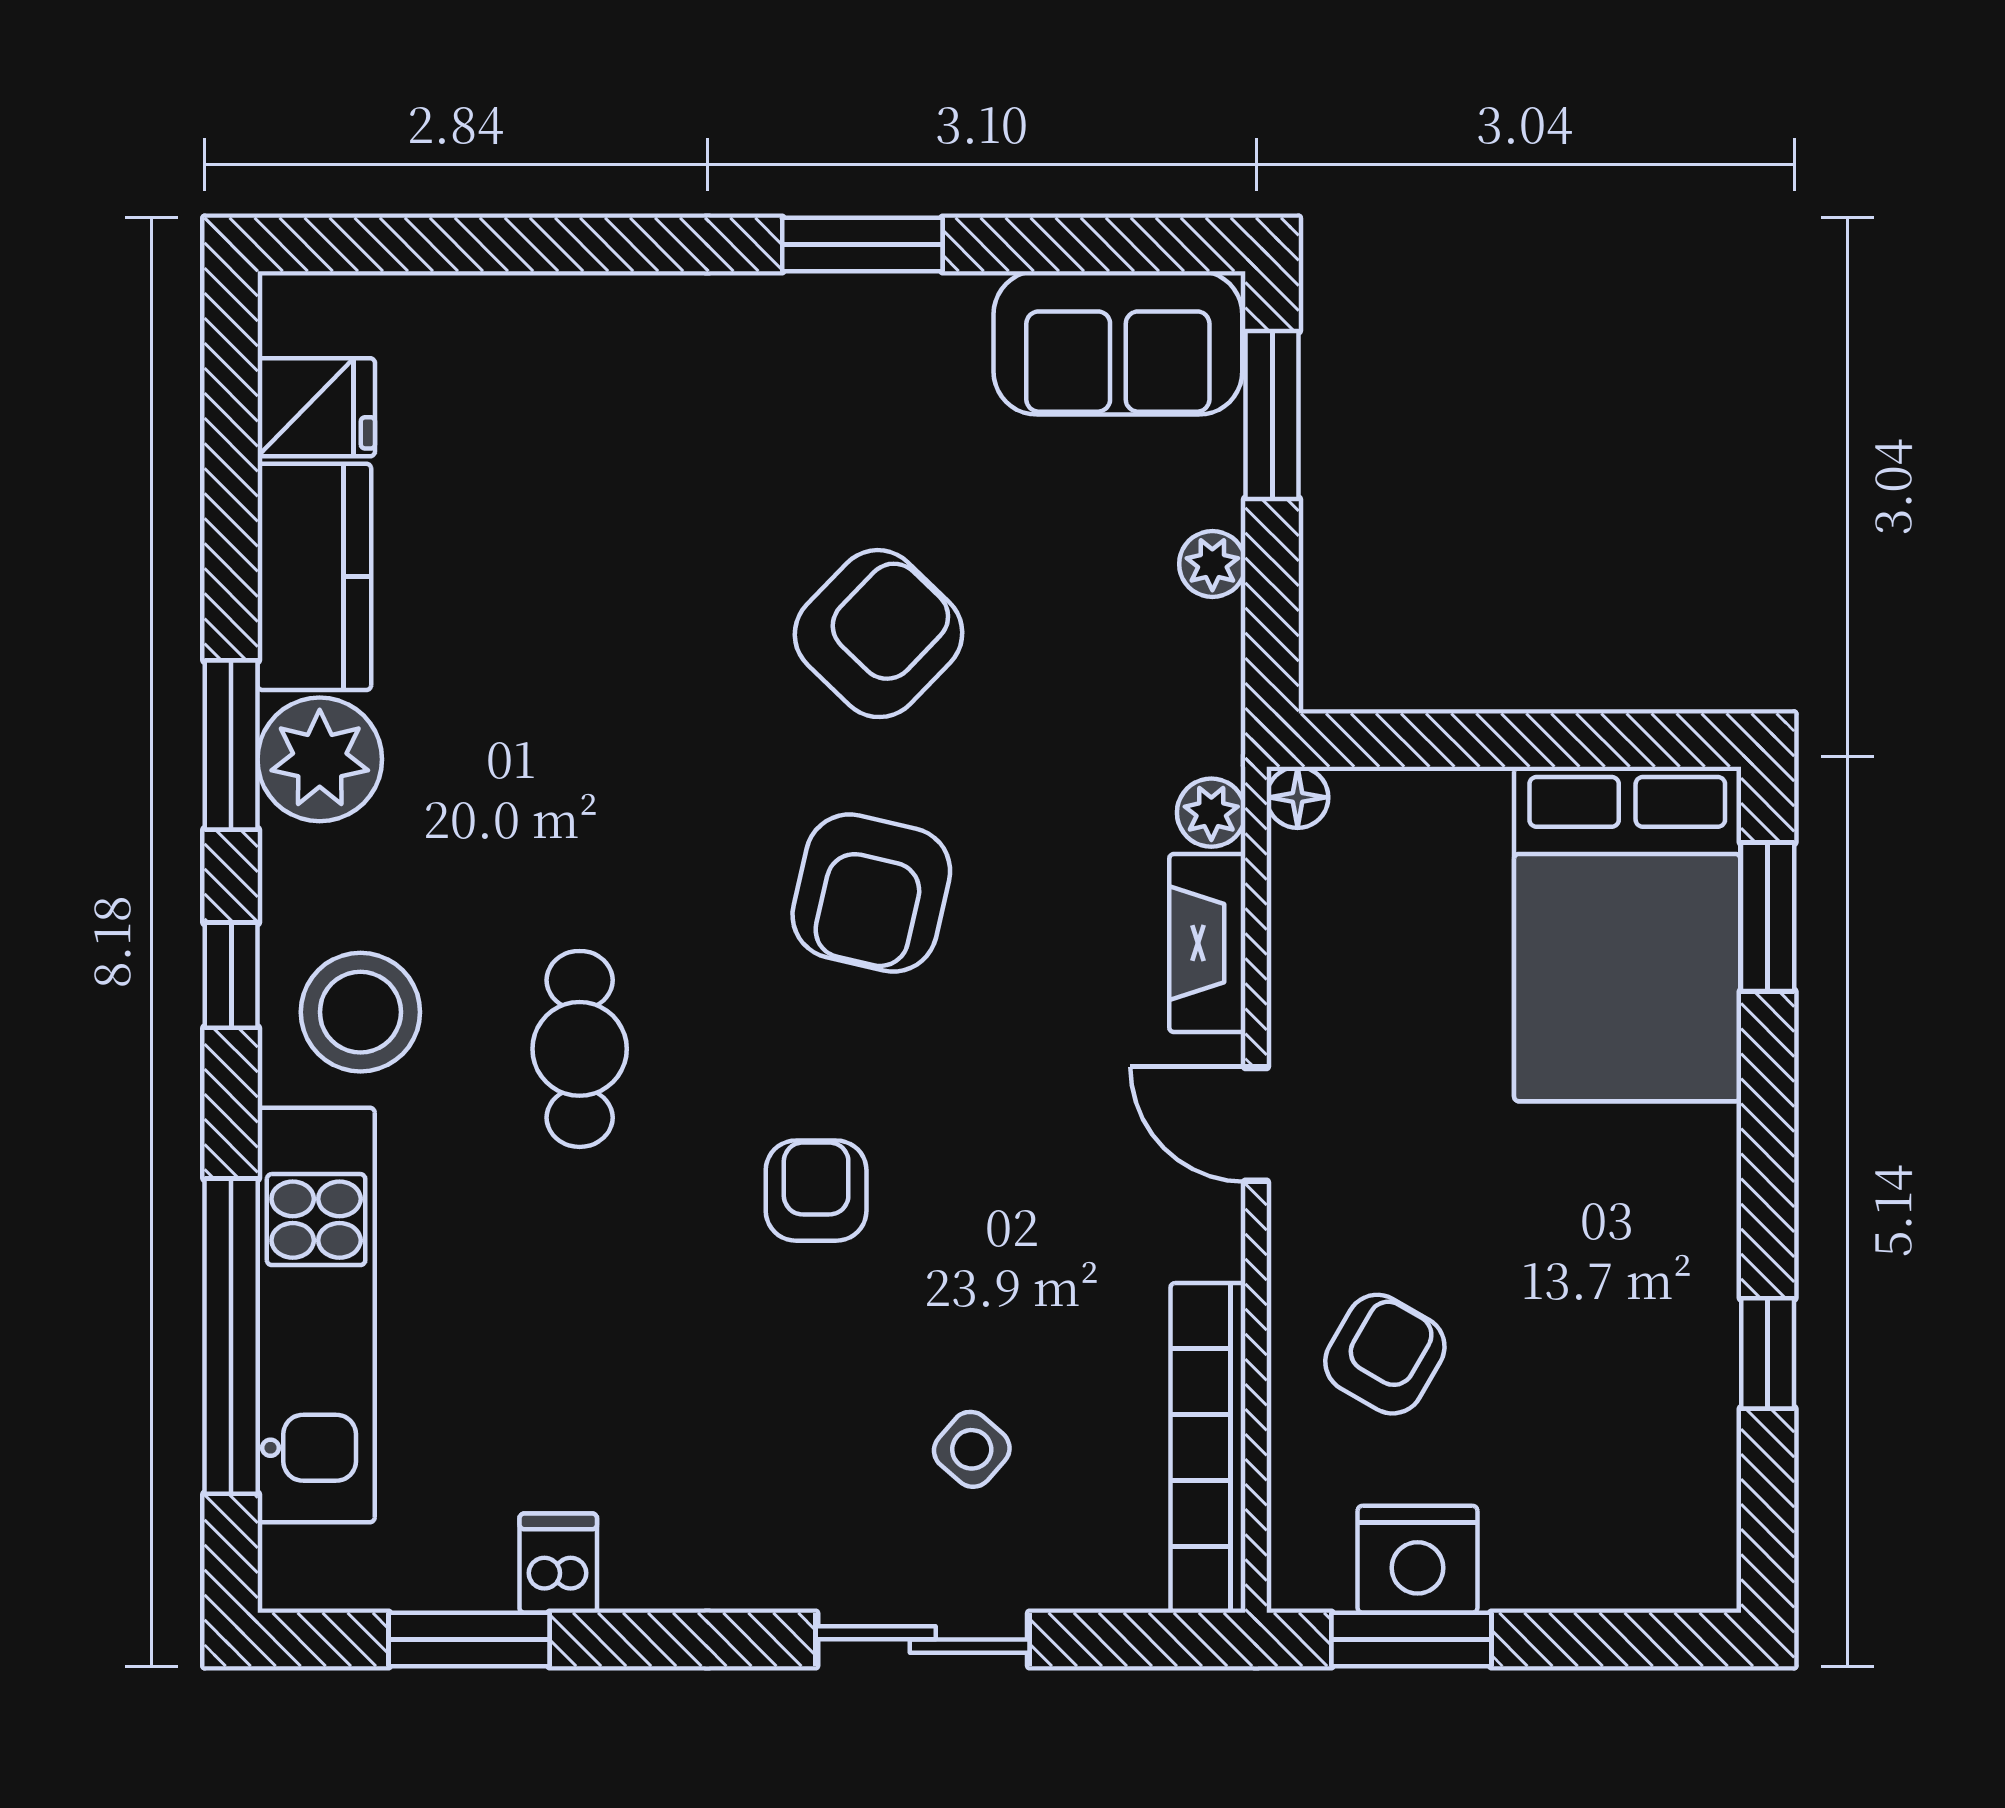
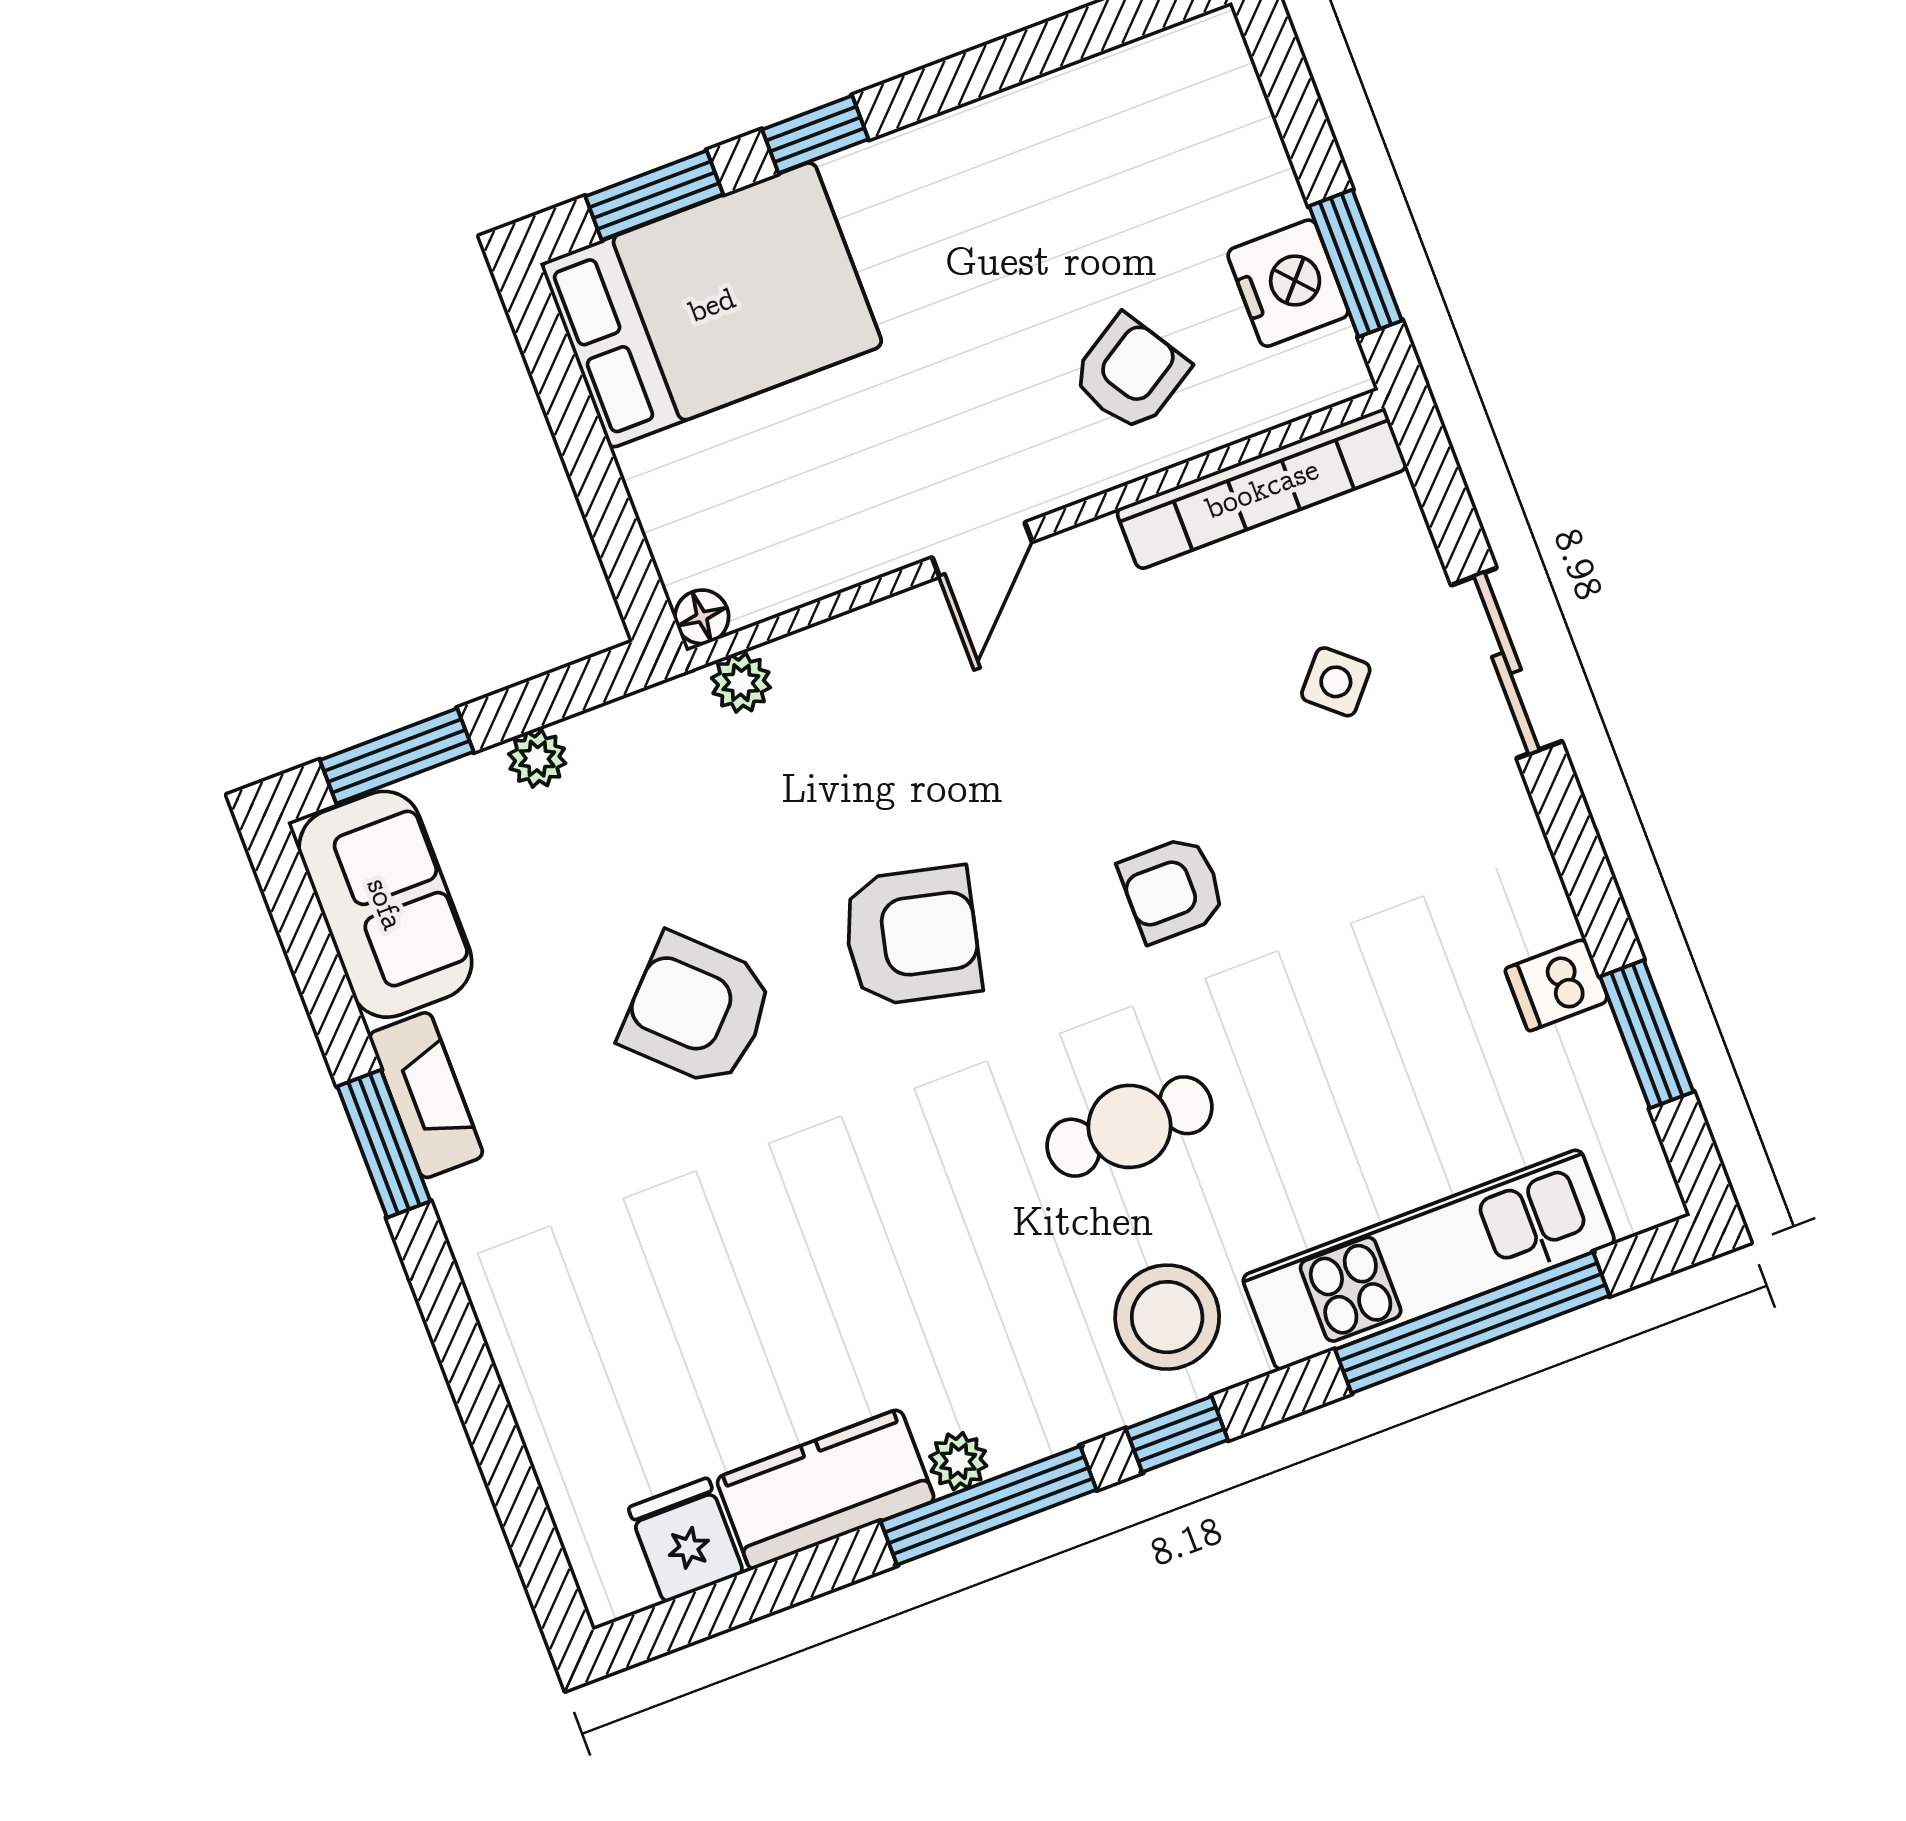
window: (231, 745) -> (989, 1505), width x1.44
plant: (320, 759) -> (958, 1461), width x0.53, depth x0.53
fireplace: (1207, 943) -> (426, 1095), moved, turned -90
window: (1768, 1353) -> (815, 134), moved
armchair: (1385, 1354) -> (1130, 373), turned 118

